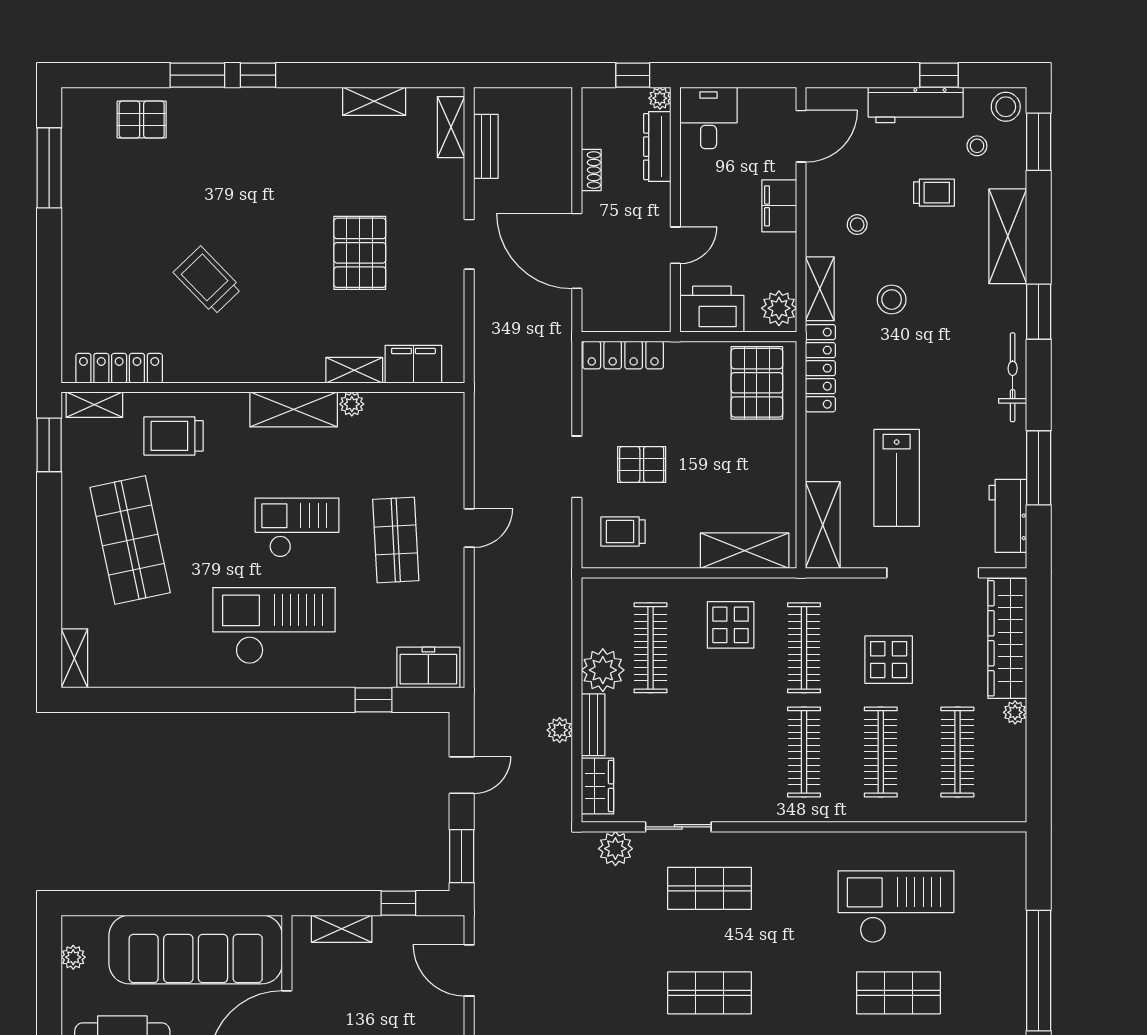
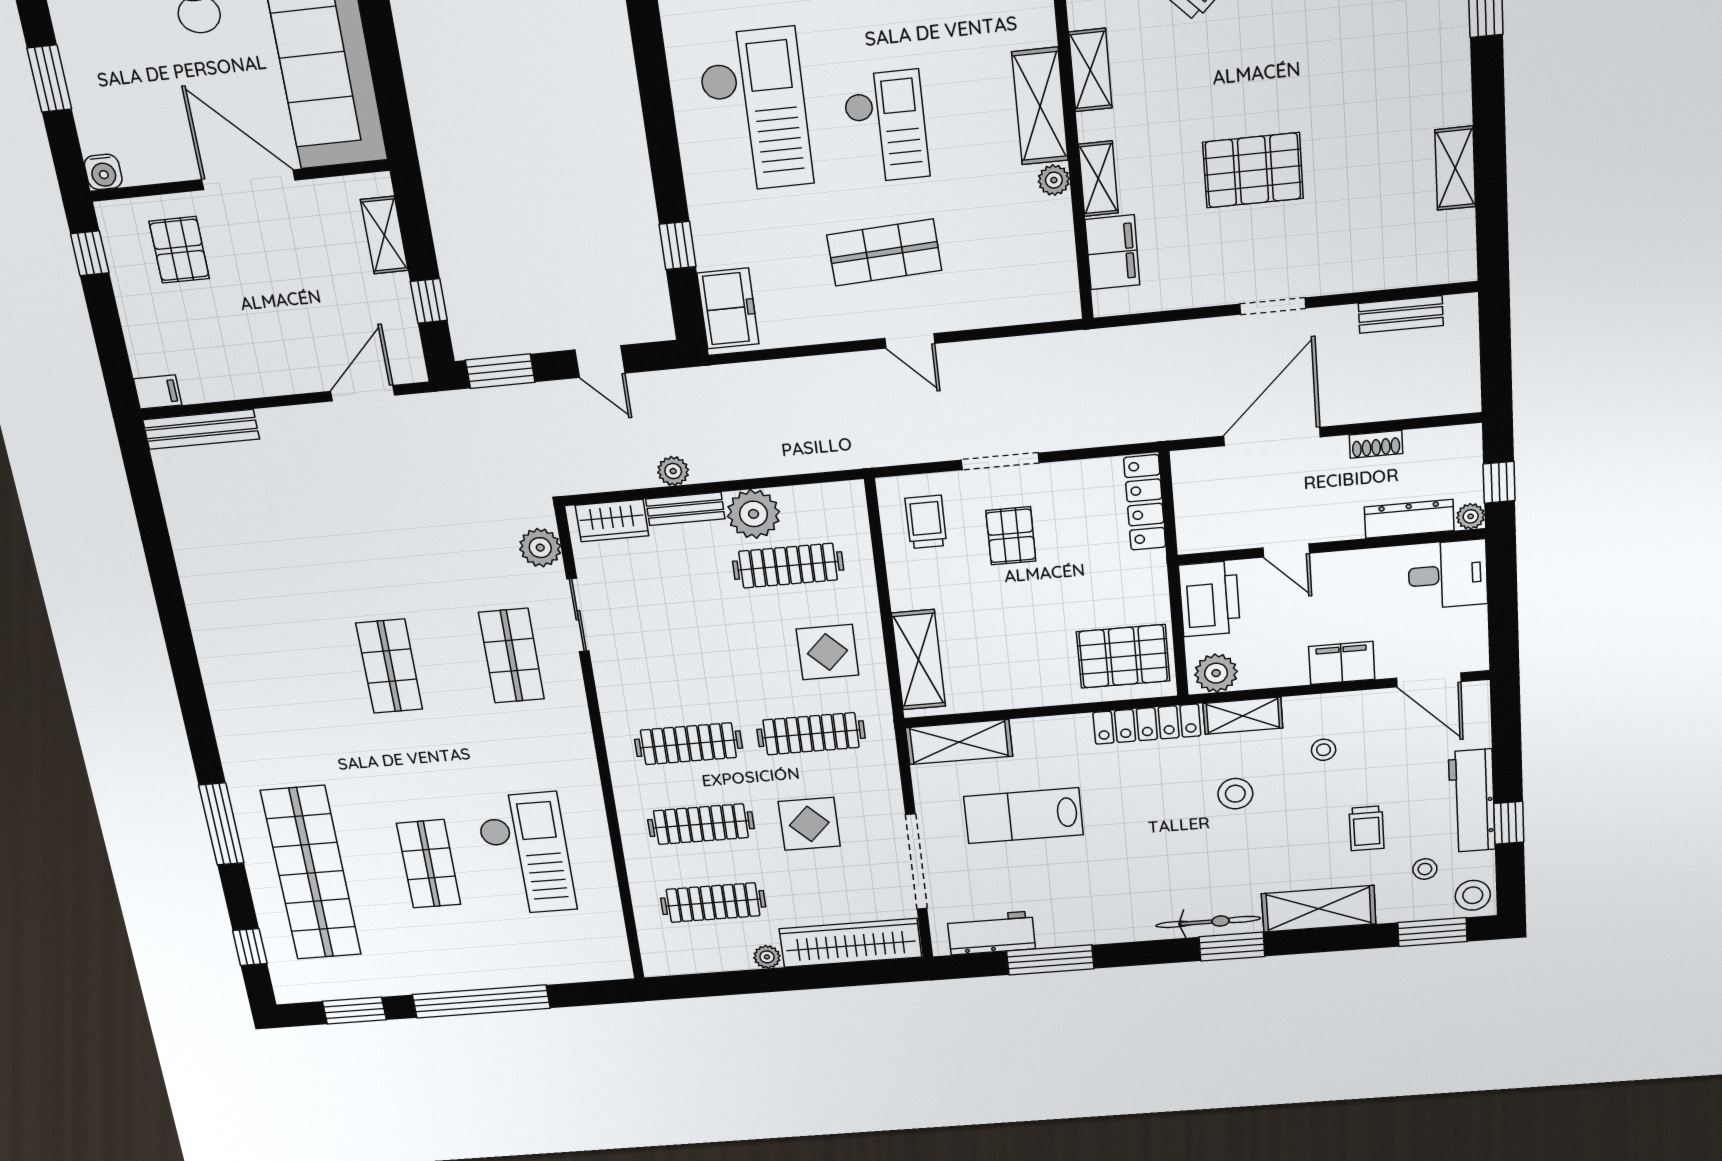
shelving: (451, 127) -> (1090, 70), moved, turned 90
bicycle: (1013, 377) -> (1208, 922), moved

